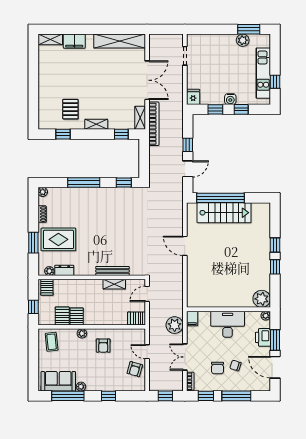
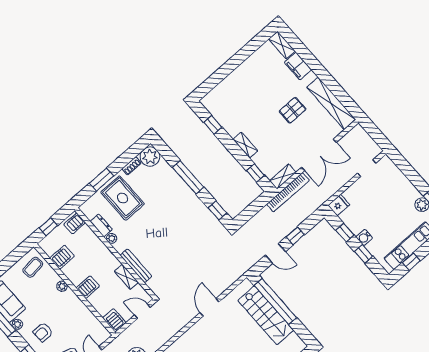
pallet: (70, 109) -> (293, 110), moved
plant: (43, 192) -> (150, 157), width x1.88, depth x1.88
plant: (49, 271) -> (112, 238), moved
server rack: (77, 316) -> (88, 287), moved
armchair: (103, 346) -> (43, 332), moved

